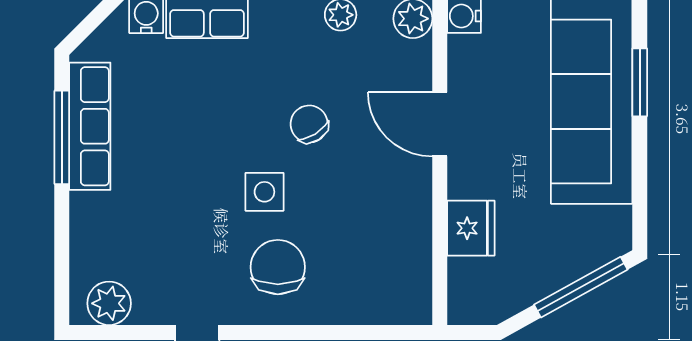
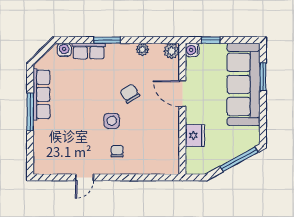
window: (62, 137) -> (30, 112), moved
chair: (278, 267) -> (117, 151), width x0.54, depth x0.54
plant: (109, 303) -> (49, 166), removed

